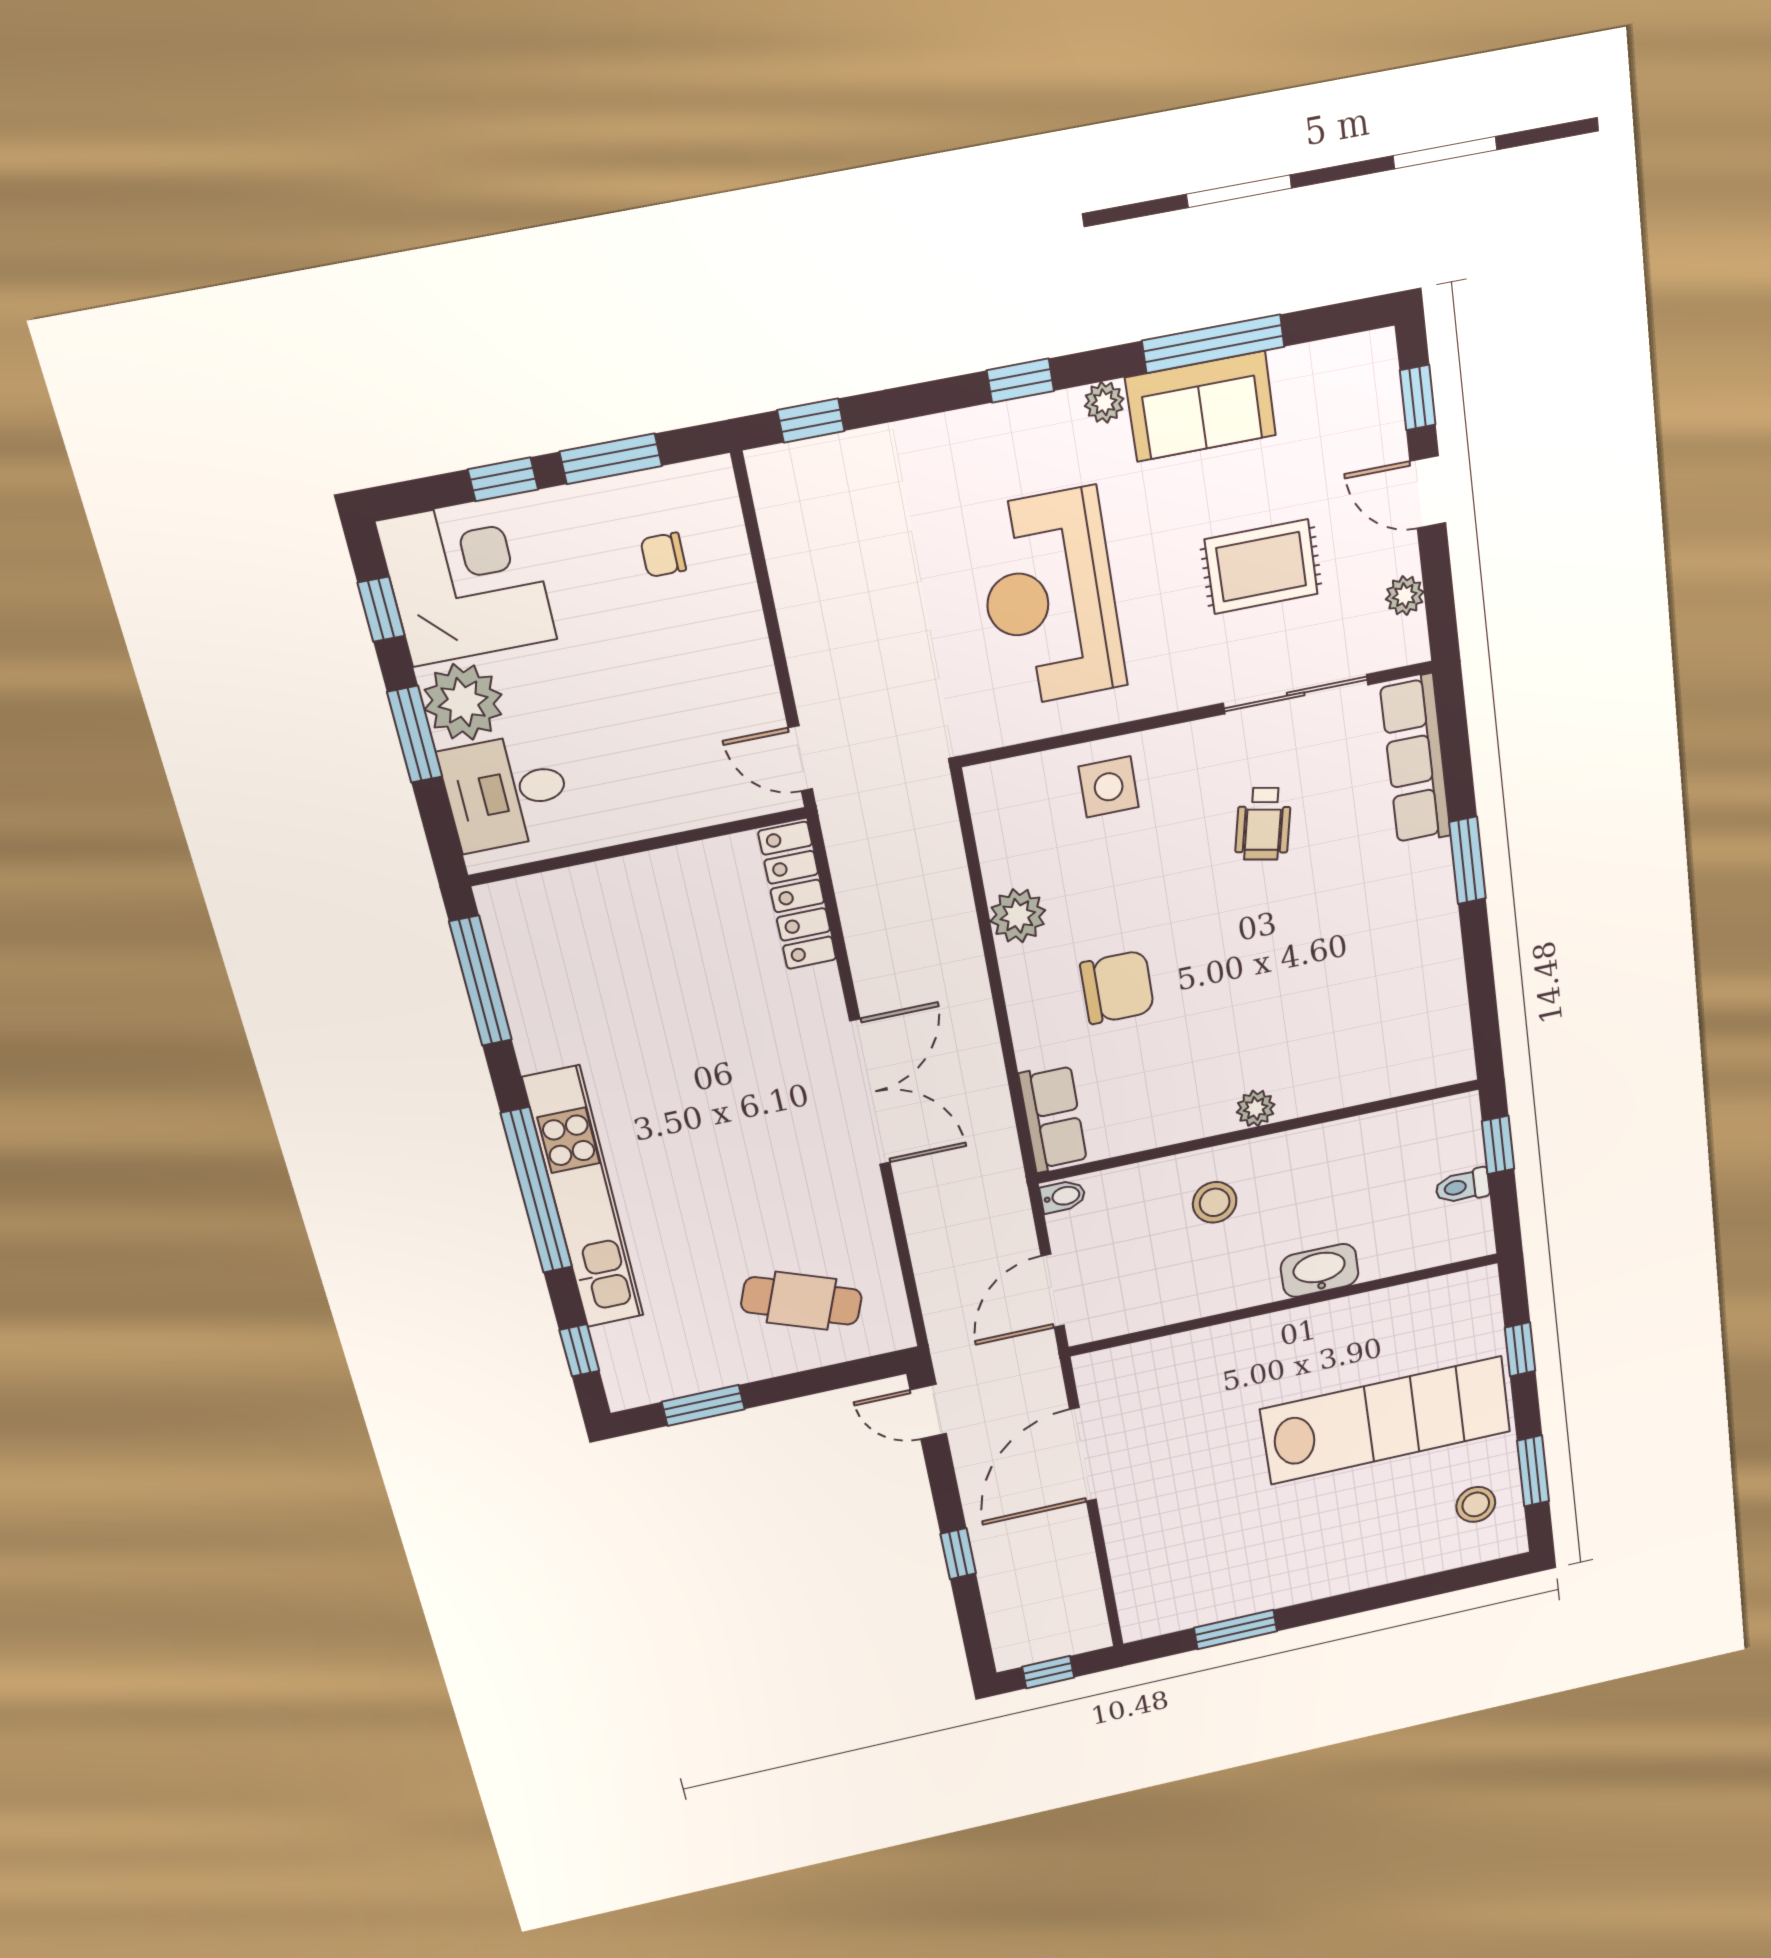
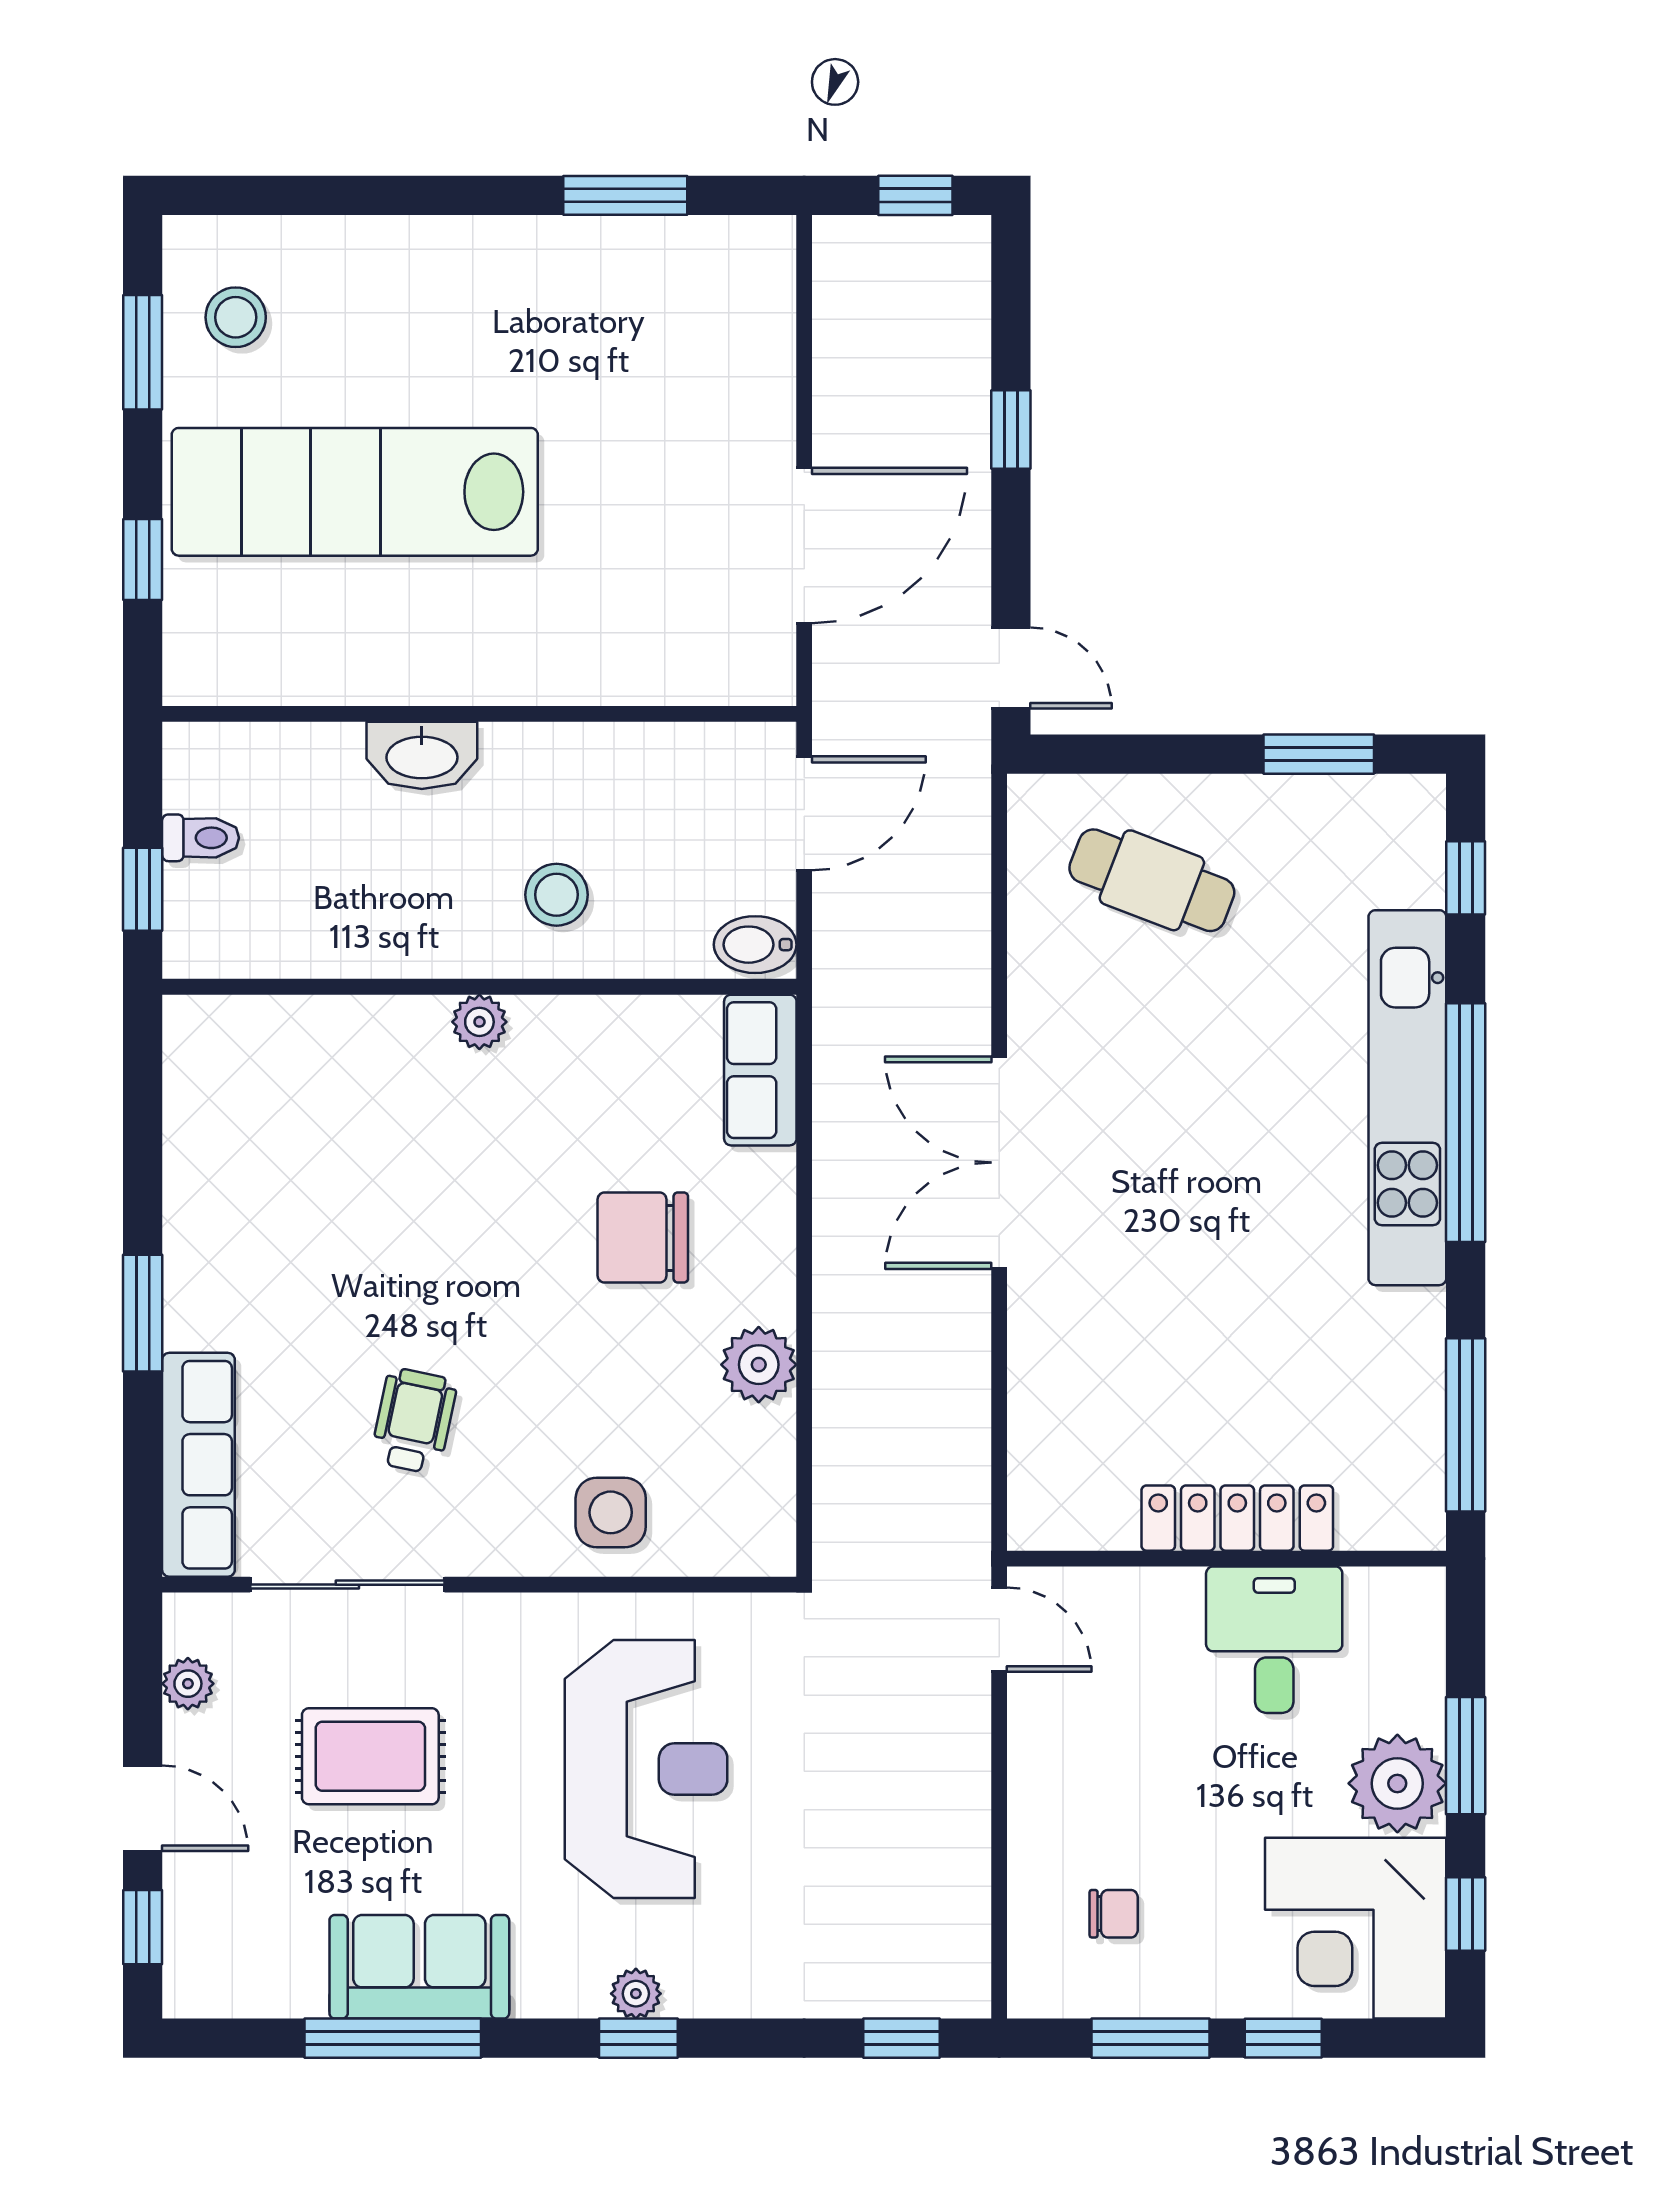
plant: (1104, 402) -> (636, 1994), moved
desk: (506, 792) -> (1274, 1640), moved, turned -90
locker: (797, 896) -> (1237, 1518), moved, turned -90
bidet: (1063, 1196) -> (755, 945), width x1.38, depth x1.36

